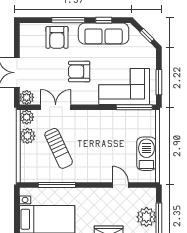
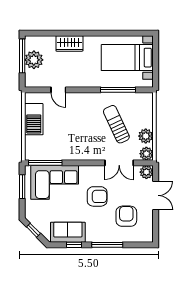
sofa: (104, 34) -> (68, 232), width x0.73
armchair: (57, 37) -> (126, 216), moved

